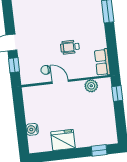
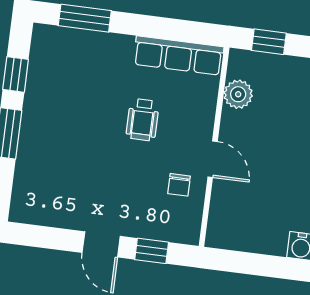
row of seats: (102, 62) -> (179, 56), width x1.48
door: (60, 82) -> (213, 159), swing flipped

